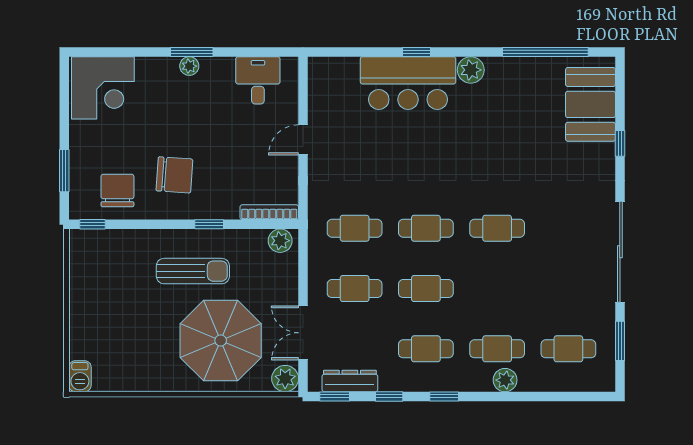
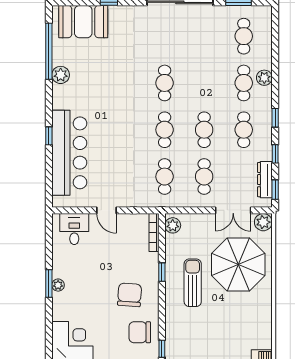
plant: (471, 70) -> (61, 75), moved
desk: (258, 80) -> (74, 229), moved, turned 90
bar counter: (408, 83) -> (69, 153), width x1.36

